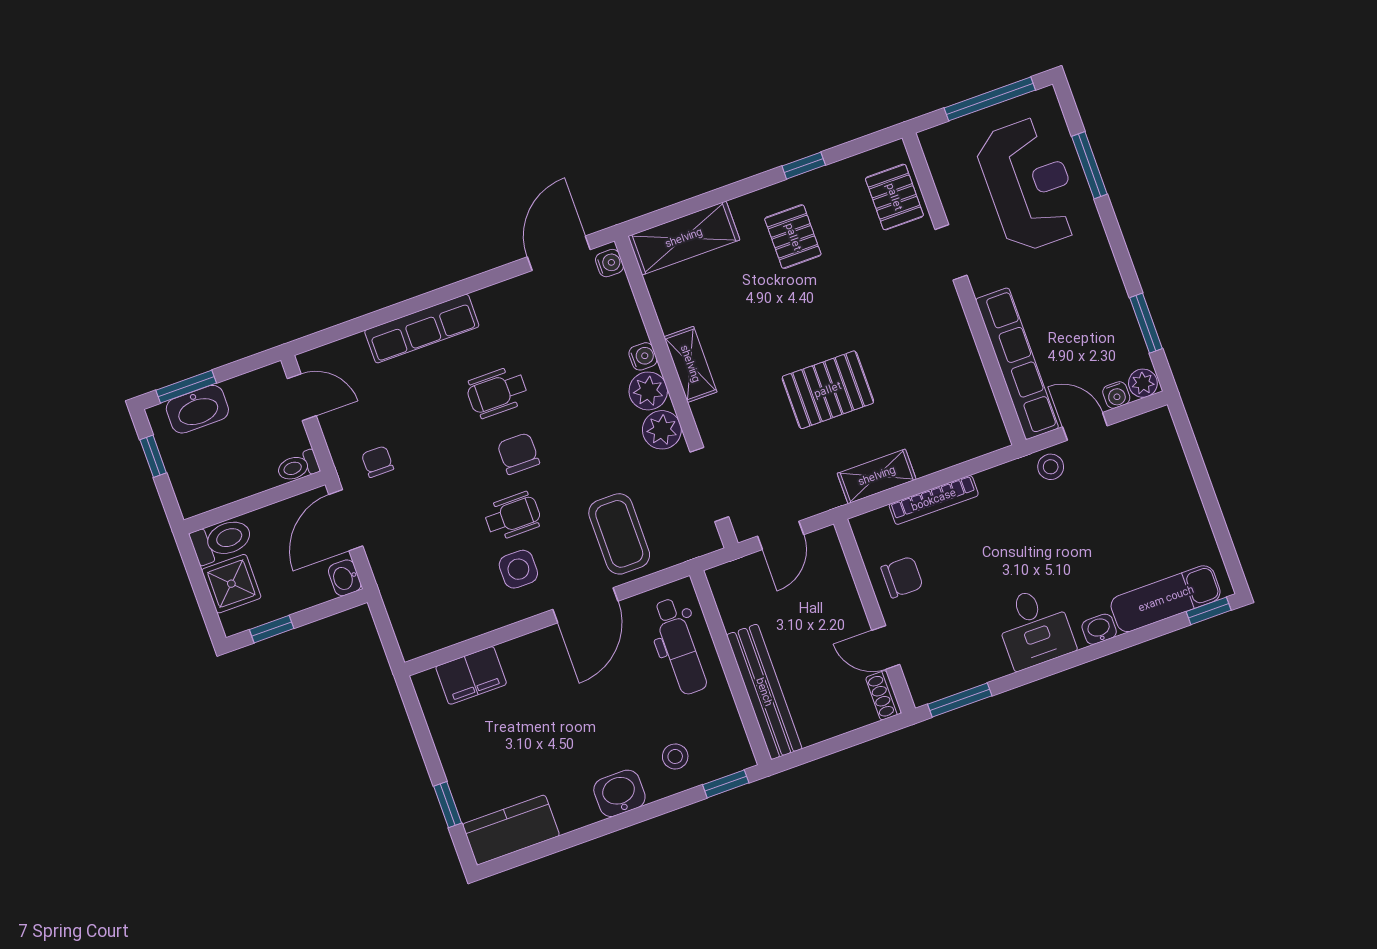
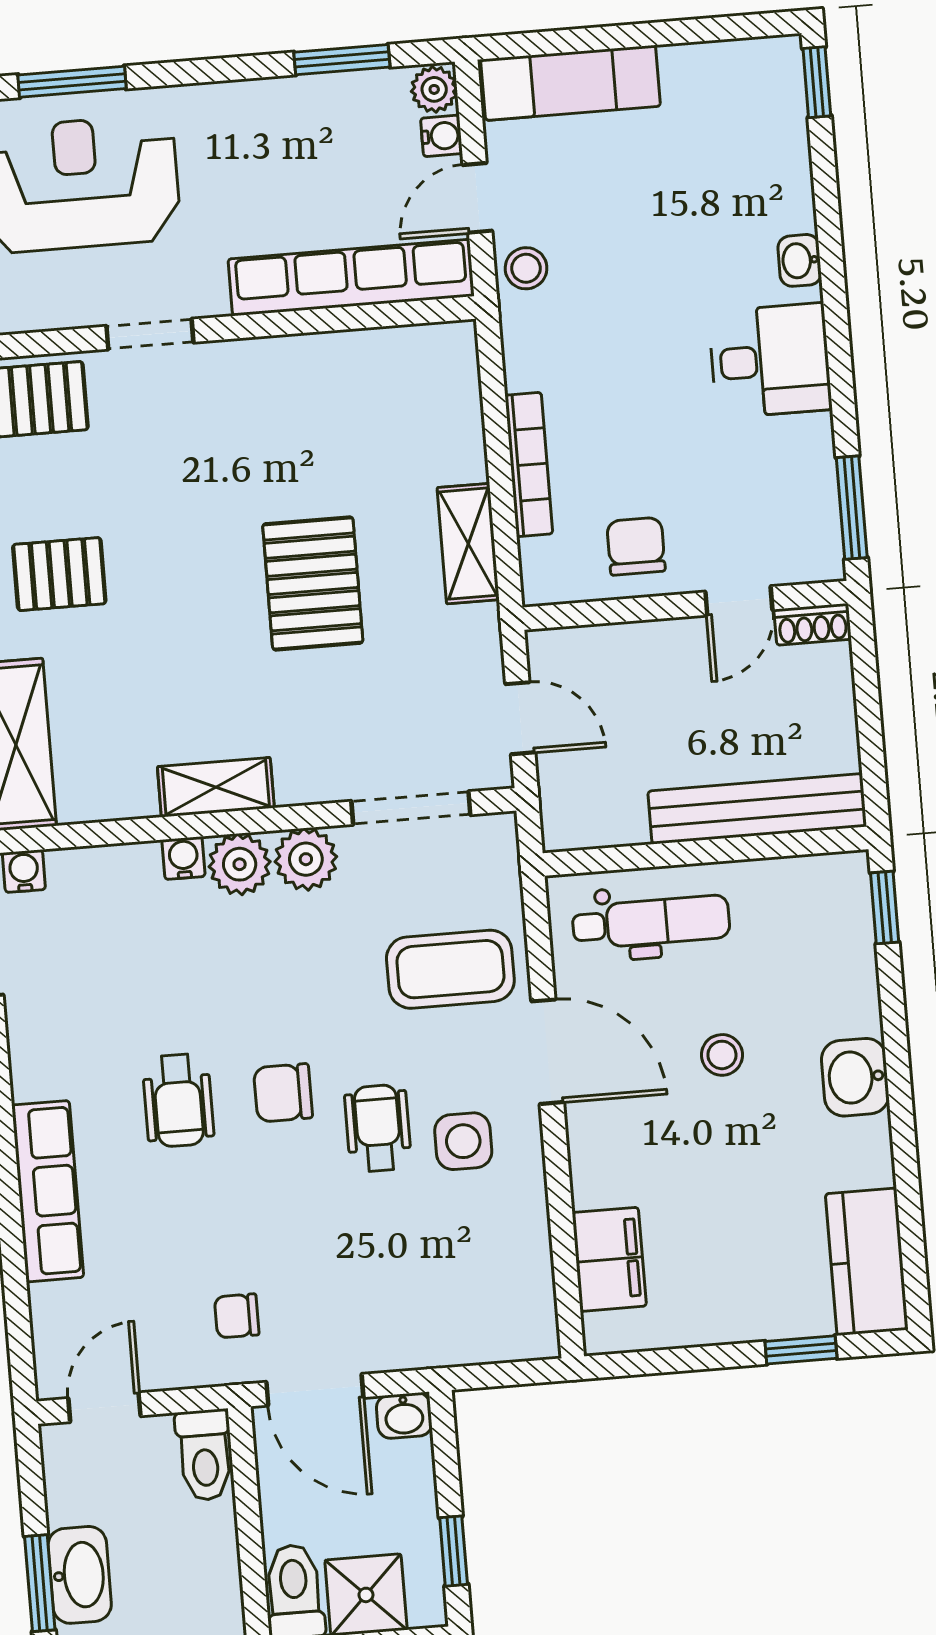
toilet: (298, 466) -> (205, 1455), width x1.37, depth x1.39
exam couch: (1166, 599) -> (571, 83), moved, turned -90
stool: (675, 756) -> (722, 1055), moved

